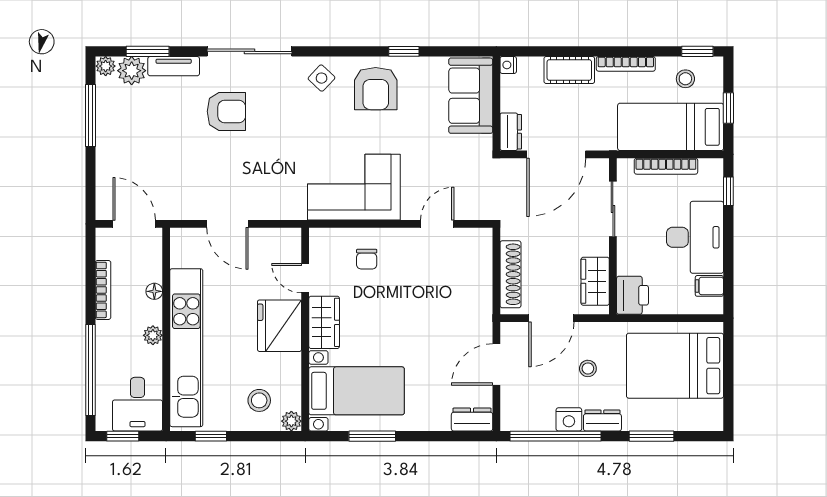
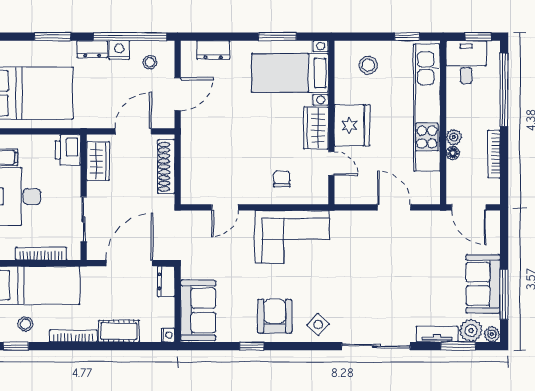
armchair: (226, 111) -> (395, 298), removed
sofa: (117, 129) -> (483, 284), added
plant: (153, 335) -> (454, 137), moved
stool: (588, 368) -> (150, 62), moved
dresser: (472, 420) -> (213, 50), moved
plant: (291, 421) -> (342, 49), removed

